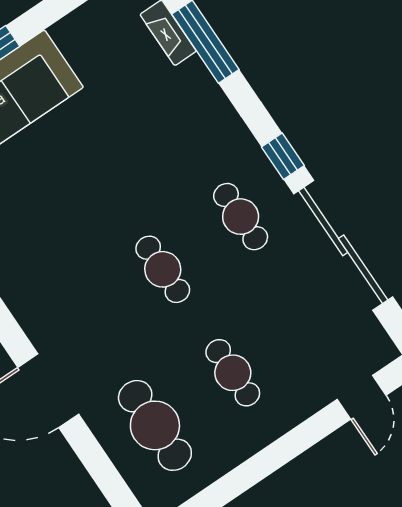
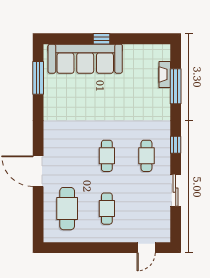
sliding door: (343, 245) -> (176, 190), width x0.54

